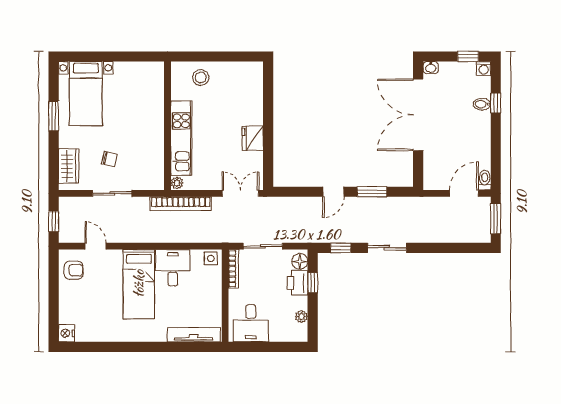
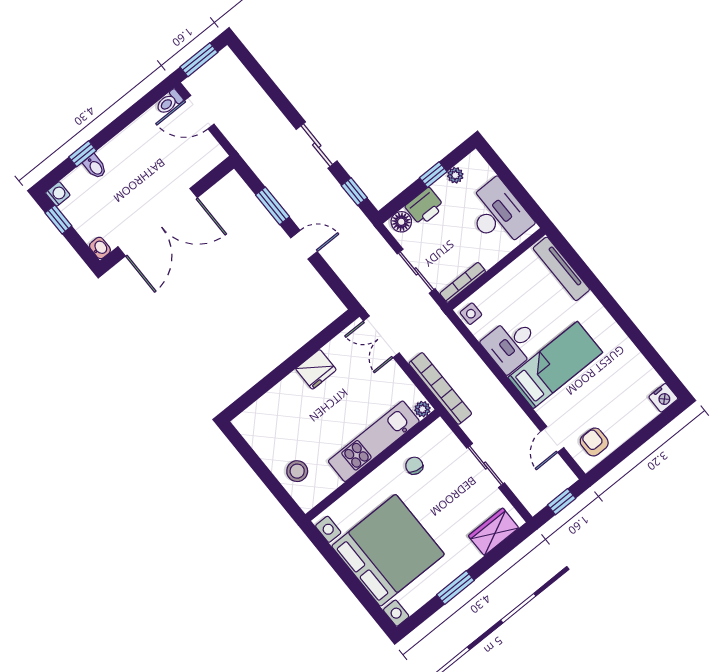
bed with nightstands: (86, 94) -> (388, 550), width x1.85
chair: (109, 159) -> (414, 466), moved
window: (313, 283) -> (433, 175), moved
desk: (251, 323) -> (498, 214), width x1.37

